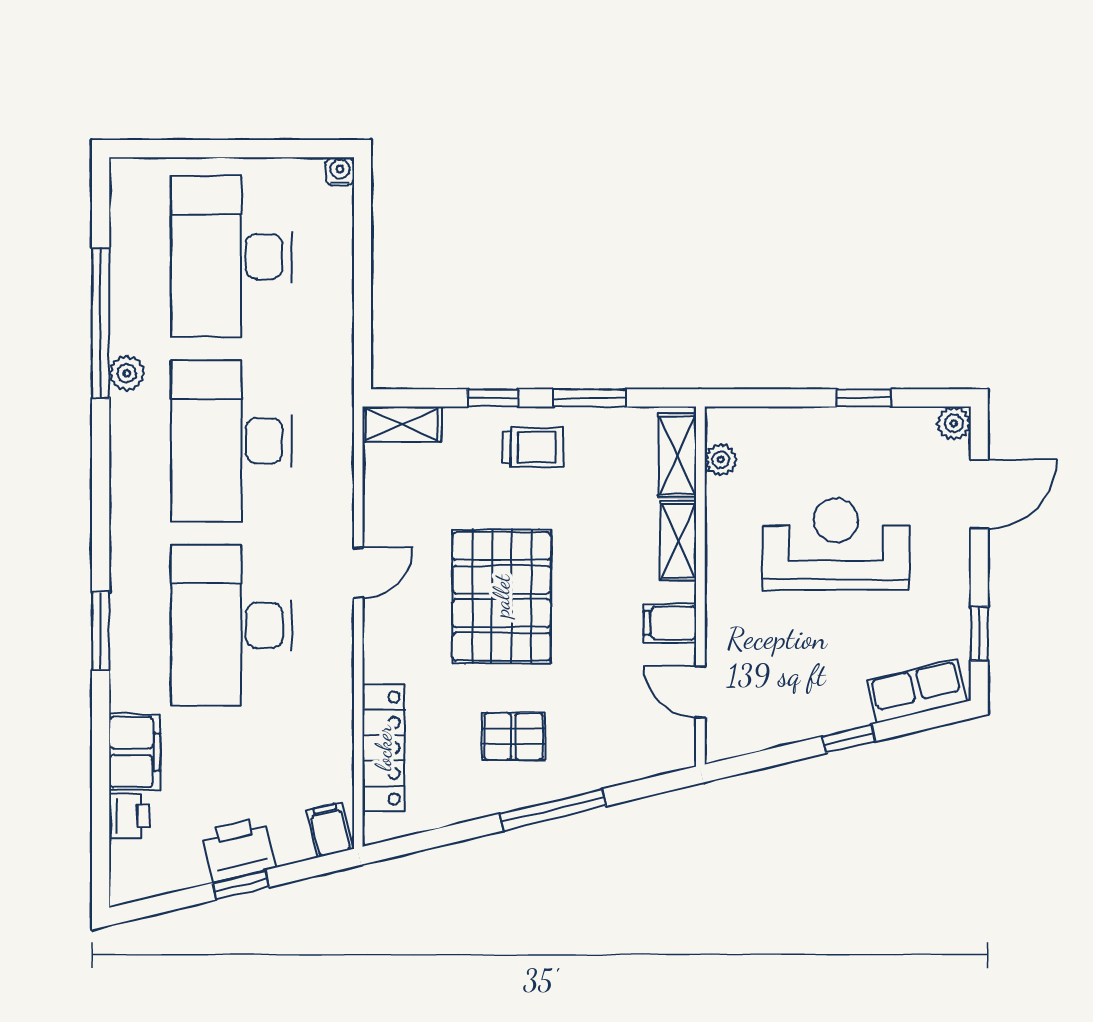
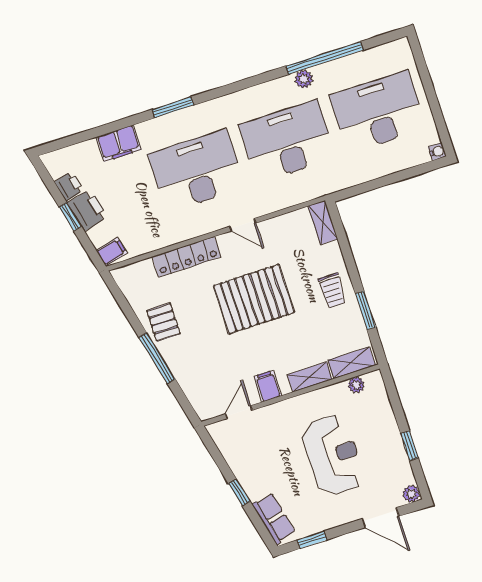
window: (493, 398) -> (350, 263), removed
pallet: (513, 736) -> (163, 322), moved
locker: (384, 748) -> (186, 257), moved
printer: (129, 816) -> (69, 186), moved, turned -104

